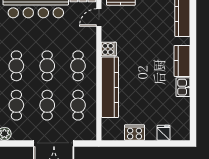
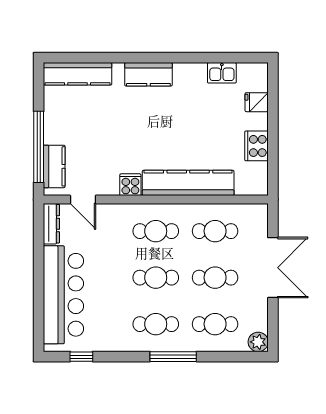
kitchen sink: (183, 87) -> (222, 73), moved

